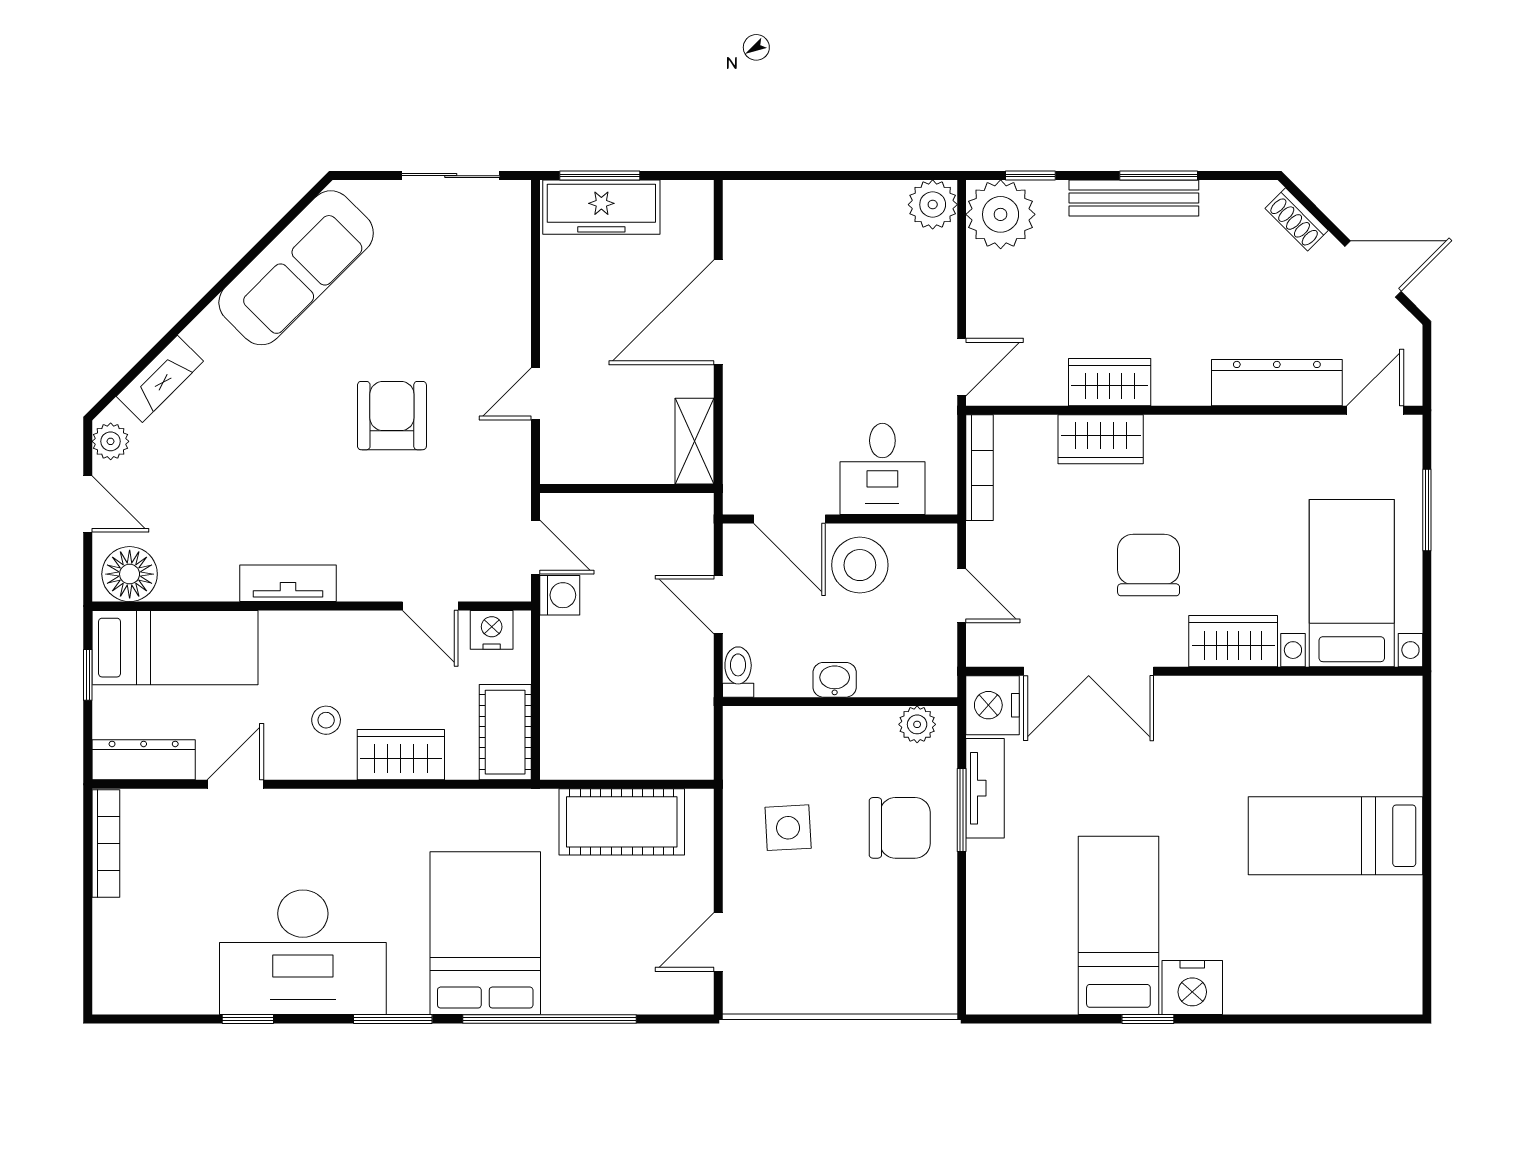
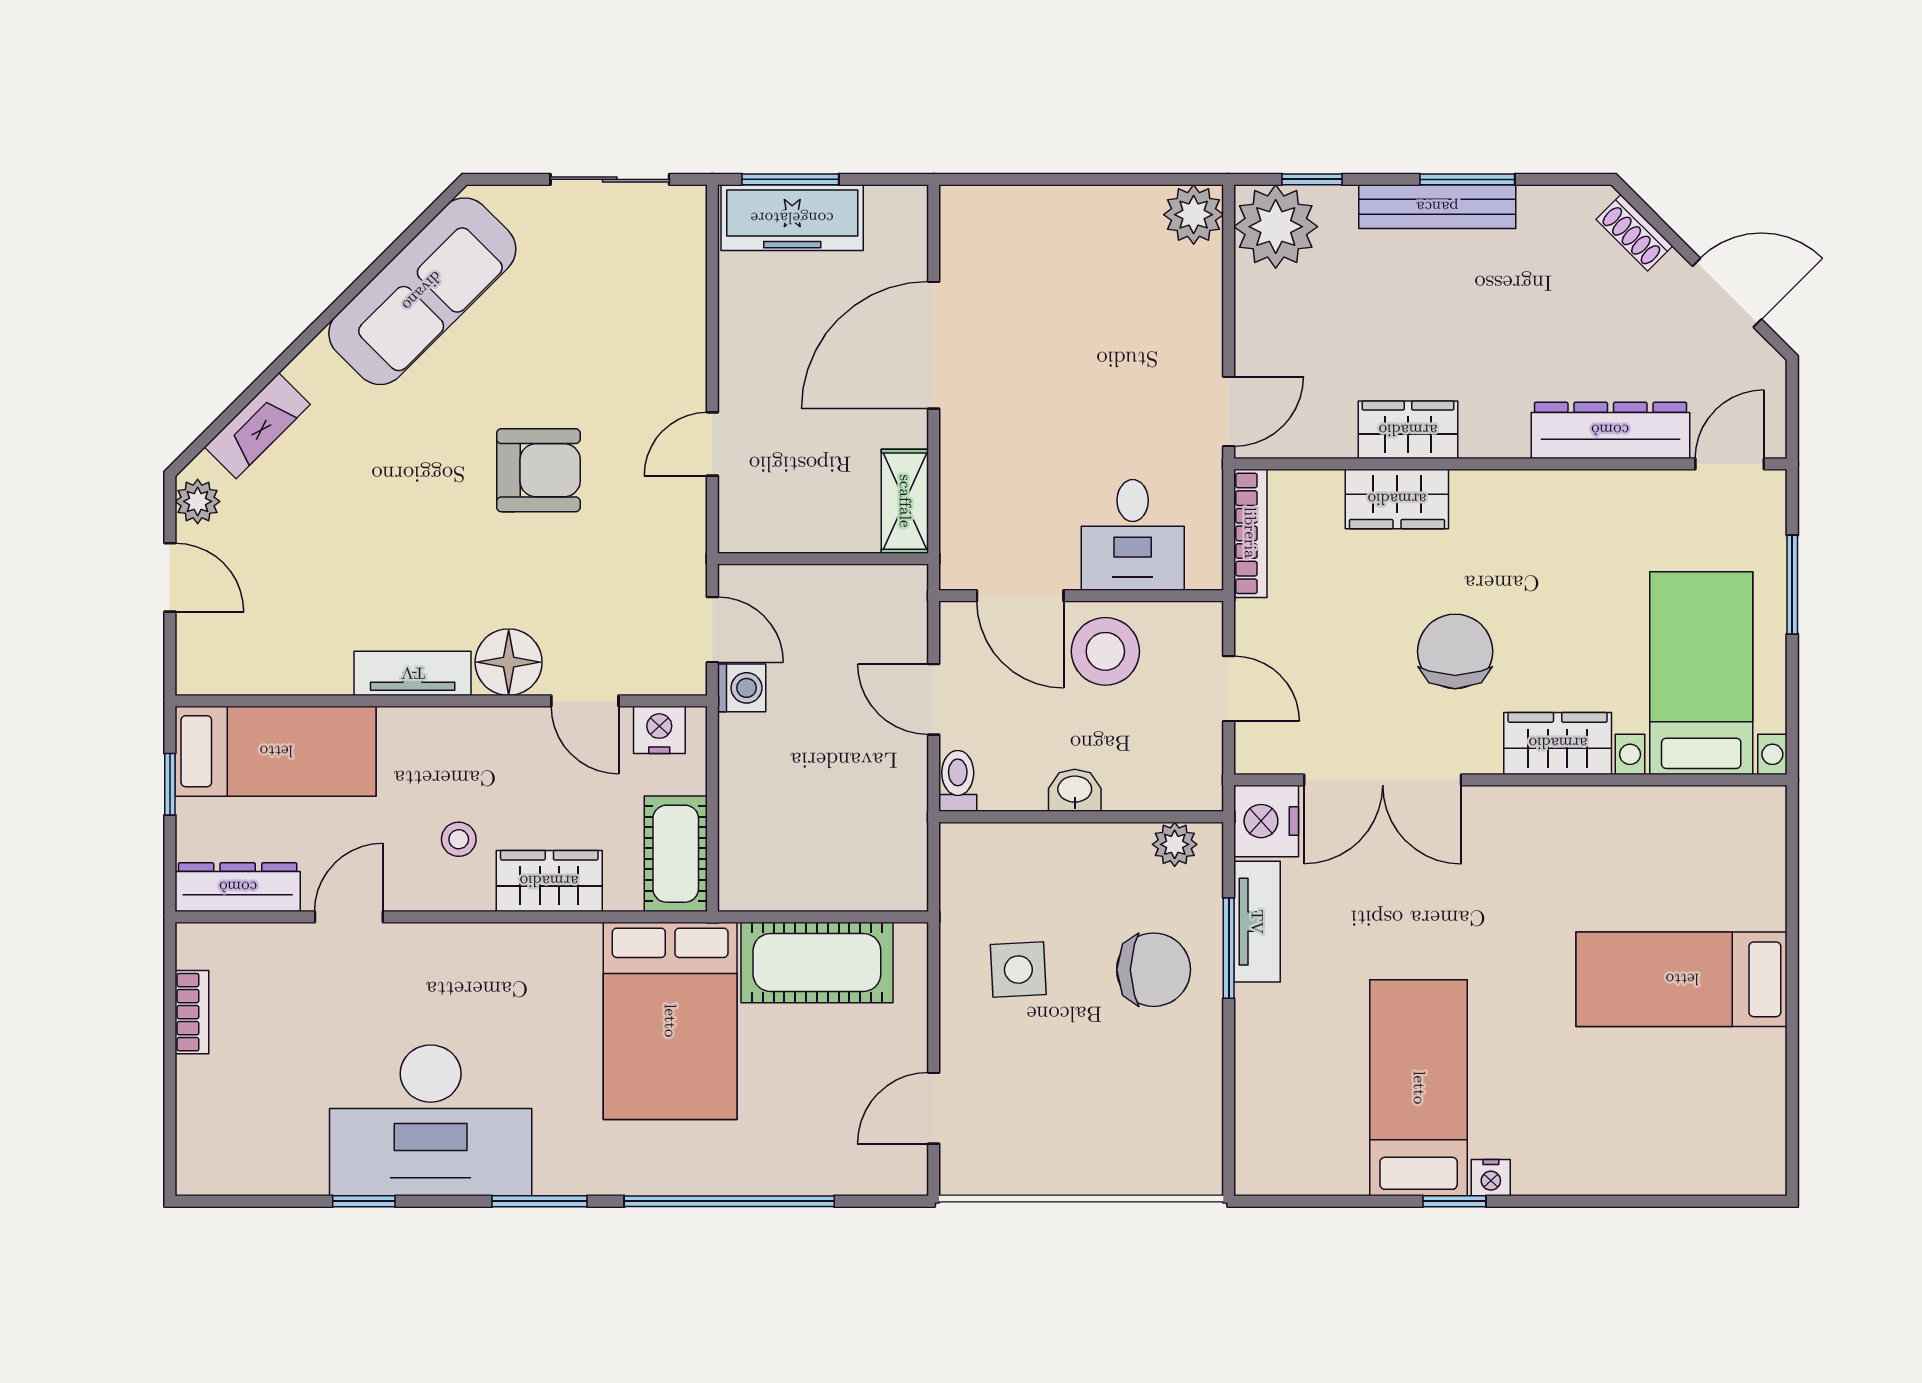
armchair: (392, 416) -> (538, 470), turned 90
floor lamp: (130, 574) -> (509, 662), moved
bookcase: (106, 843) -> (192, 1012), width x0.64
bed: (485, 933) -> (670, 1021), moved, turned 180
nightstand: (1192, 988) -> (1491, 1178), width x0.53, depth x0.56

